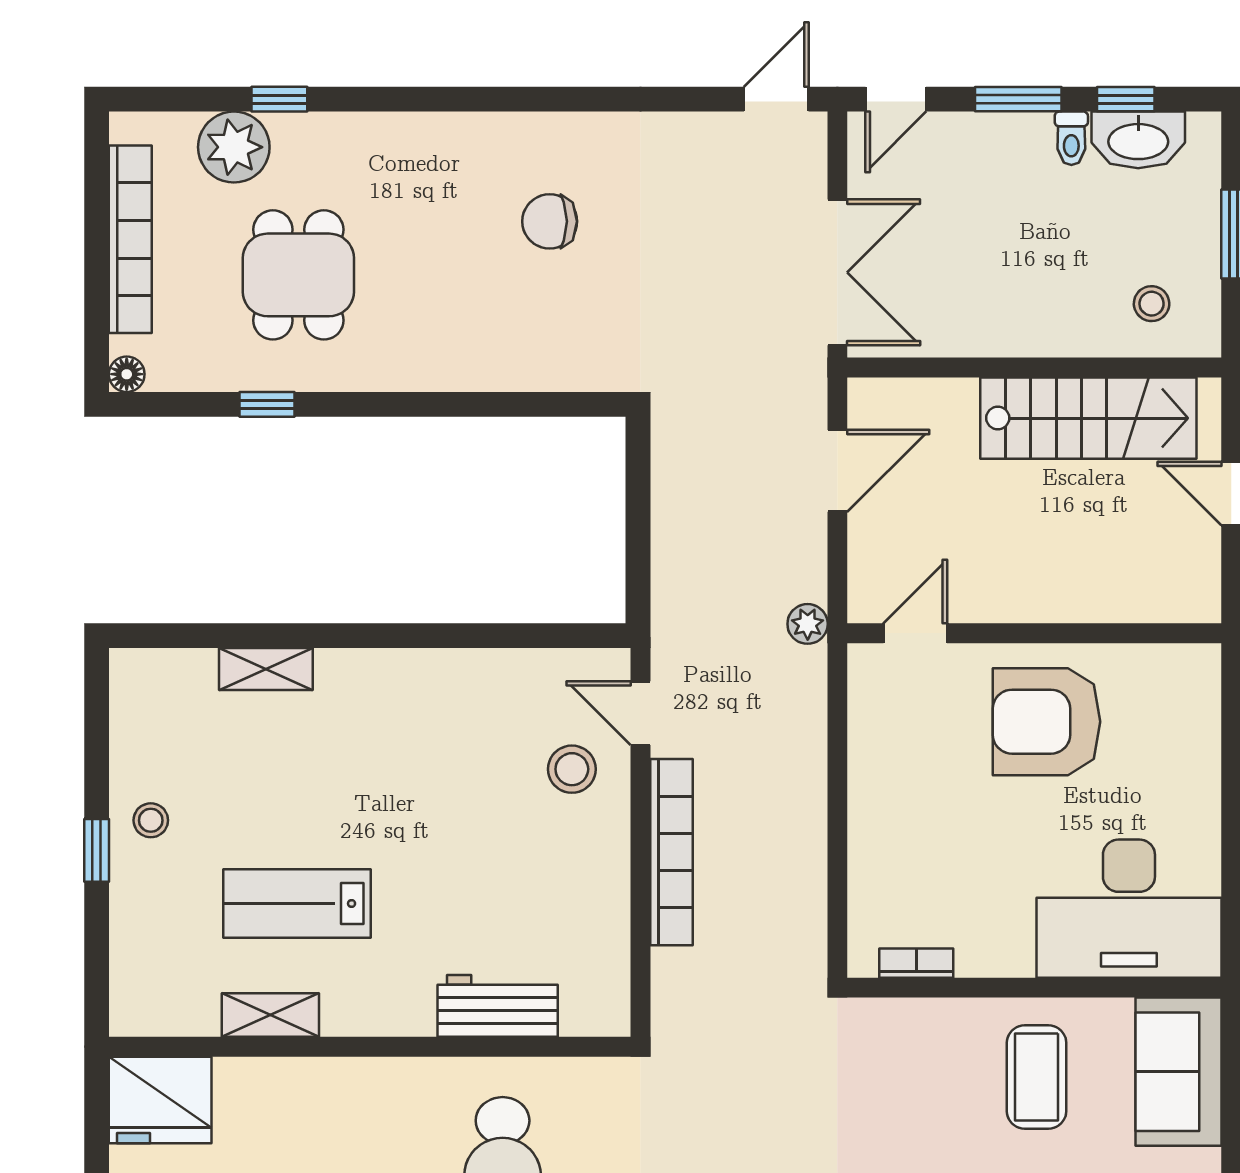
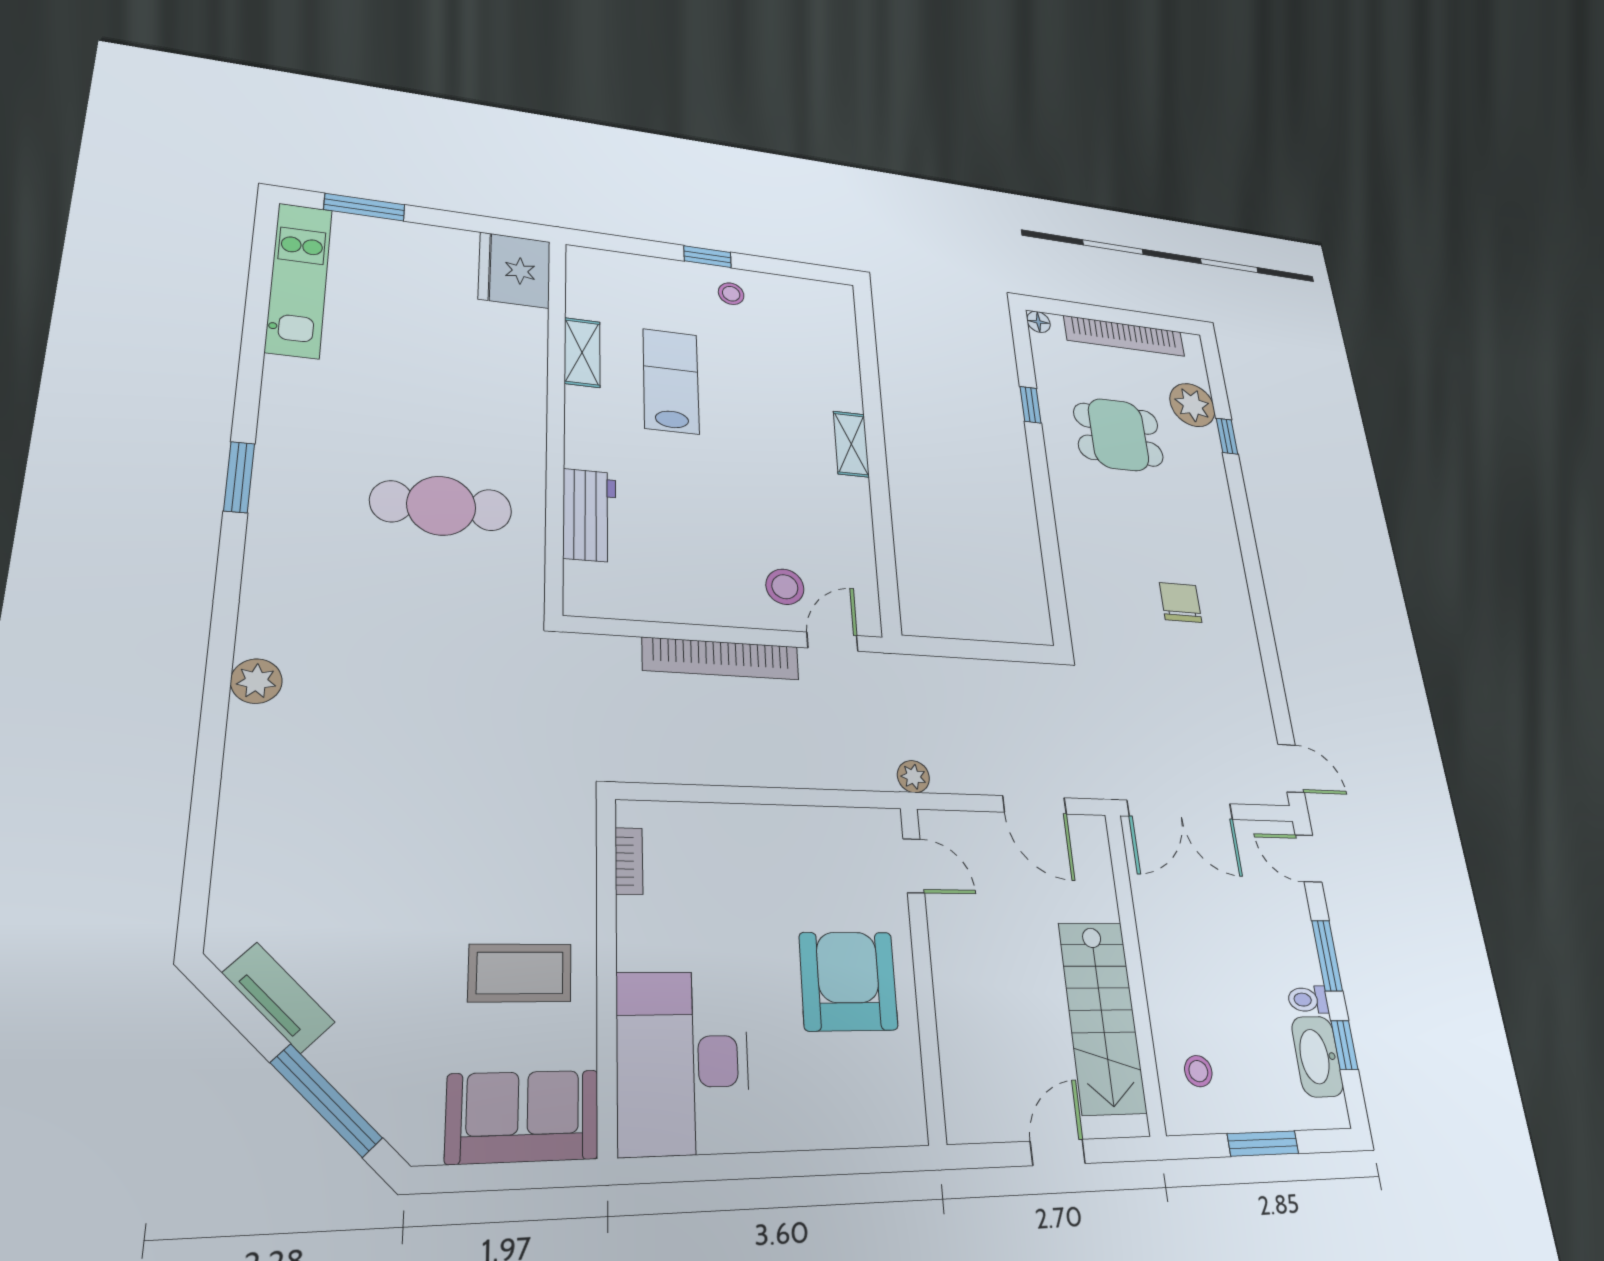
shelving: (266, 669) -> (851, 444), moved

